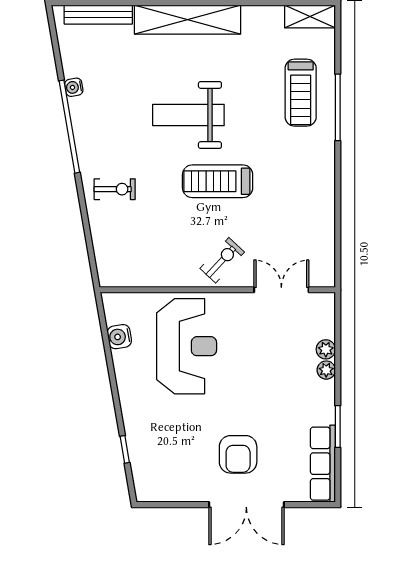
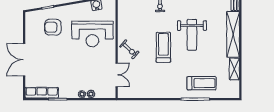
shelving: (310, 16) -> (234, 69), moved
treadmill: (301, 93) -> (202, 83), turned 180
weight bench: (188, 115) -> (192, 35), turned 180
armchair: (238, 454) -> (53, 27), moved

